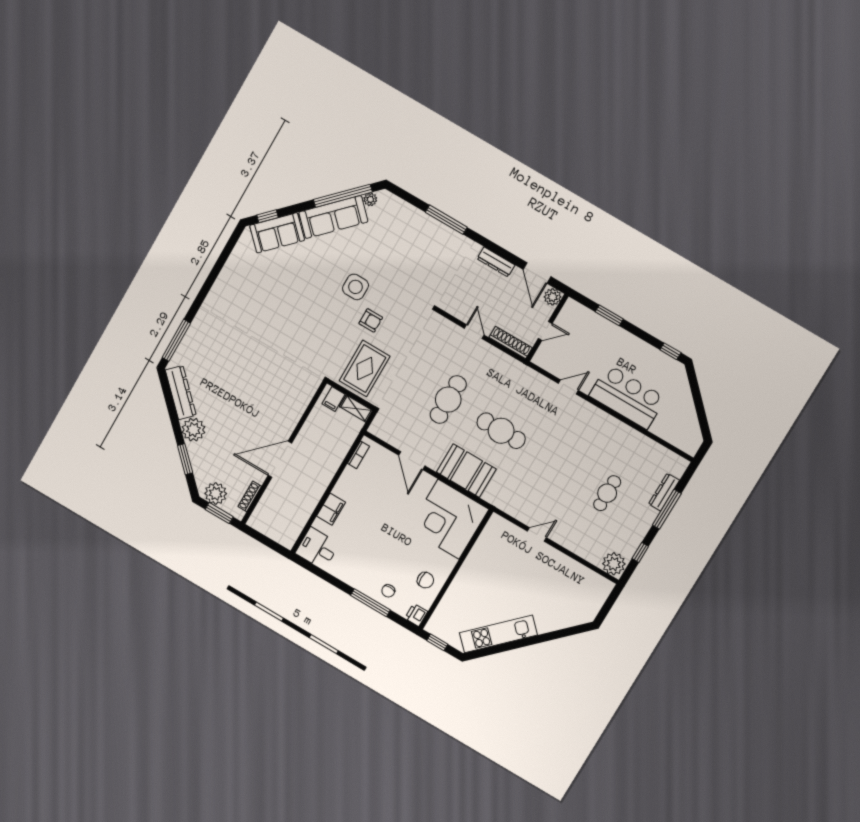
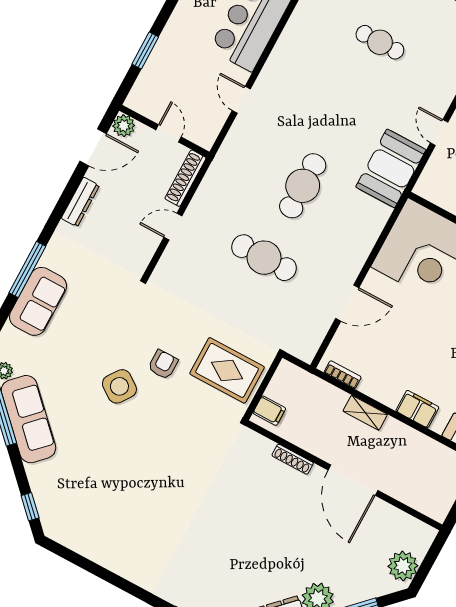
sofa: (277, 233) -> (38, 301), moved, turned 45
side table: (356, 287) -> (119, 386), turned 36
shelving: (356, 409) -> (365, 413), moved, turned 90
booth: (466, 471) -> (391, 168), moved
shoe rack: (250, 496) -> (293, 459), moved
window: (219, 513) -> (429, 560), removed

